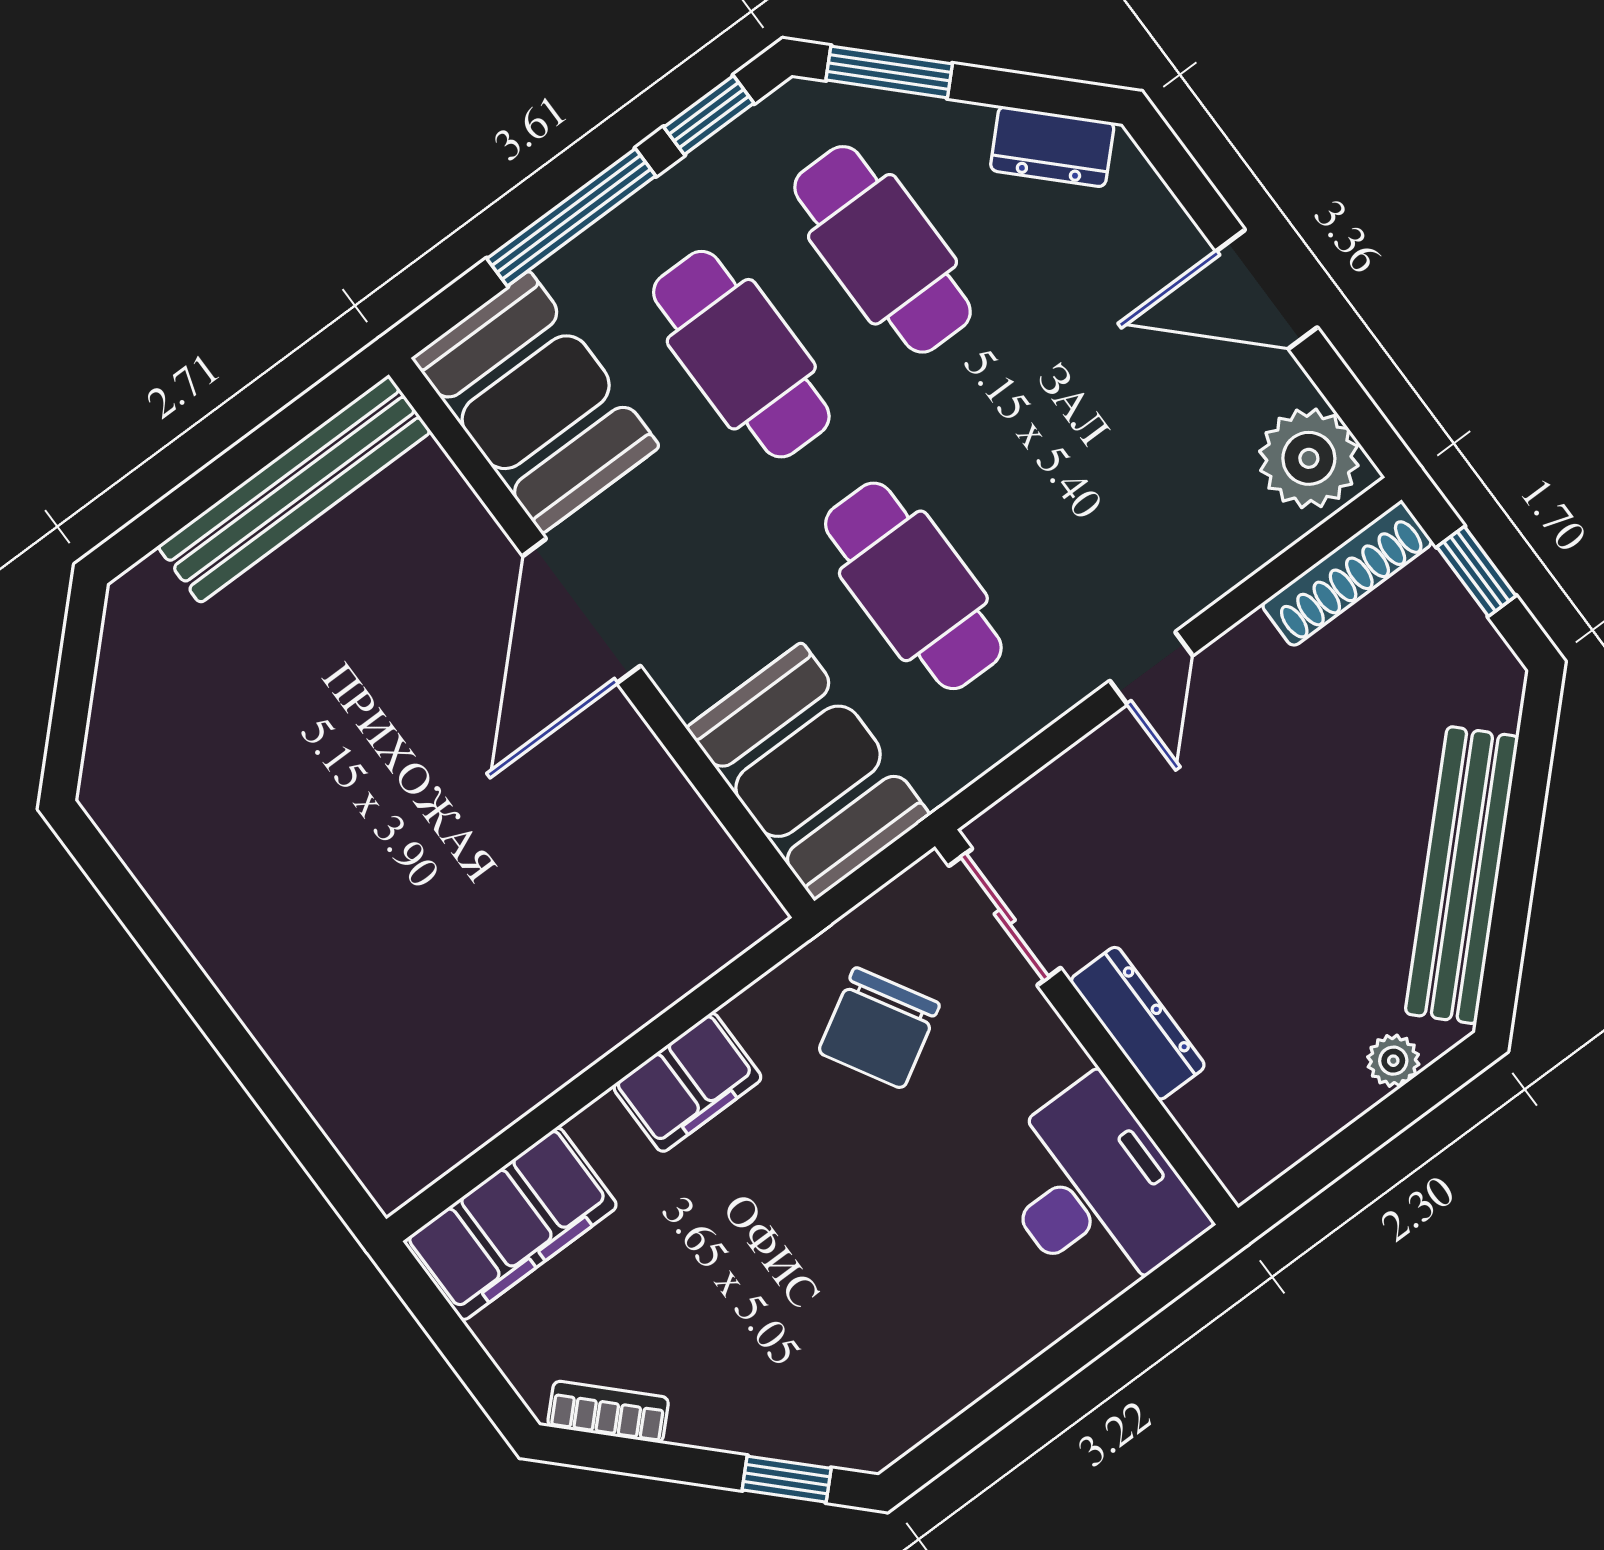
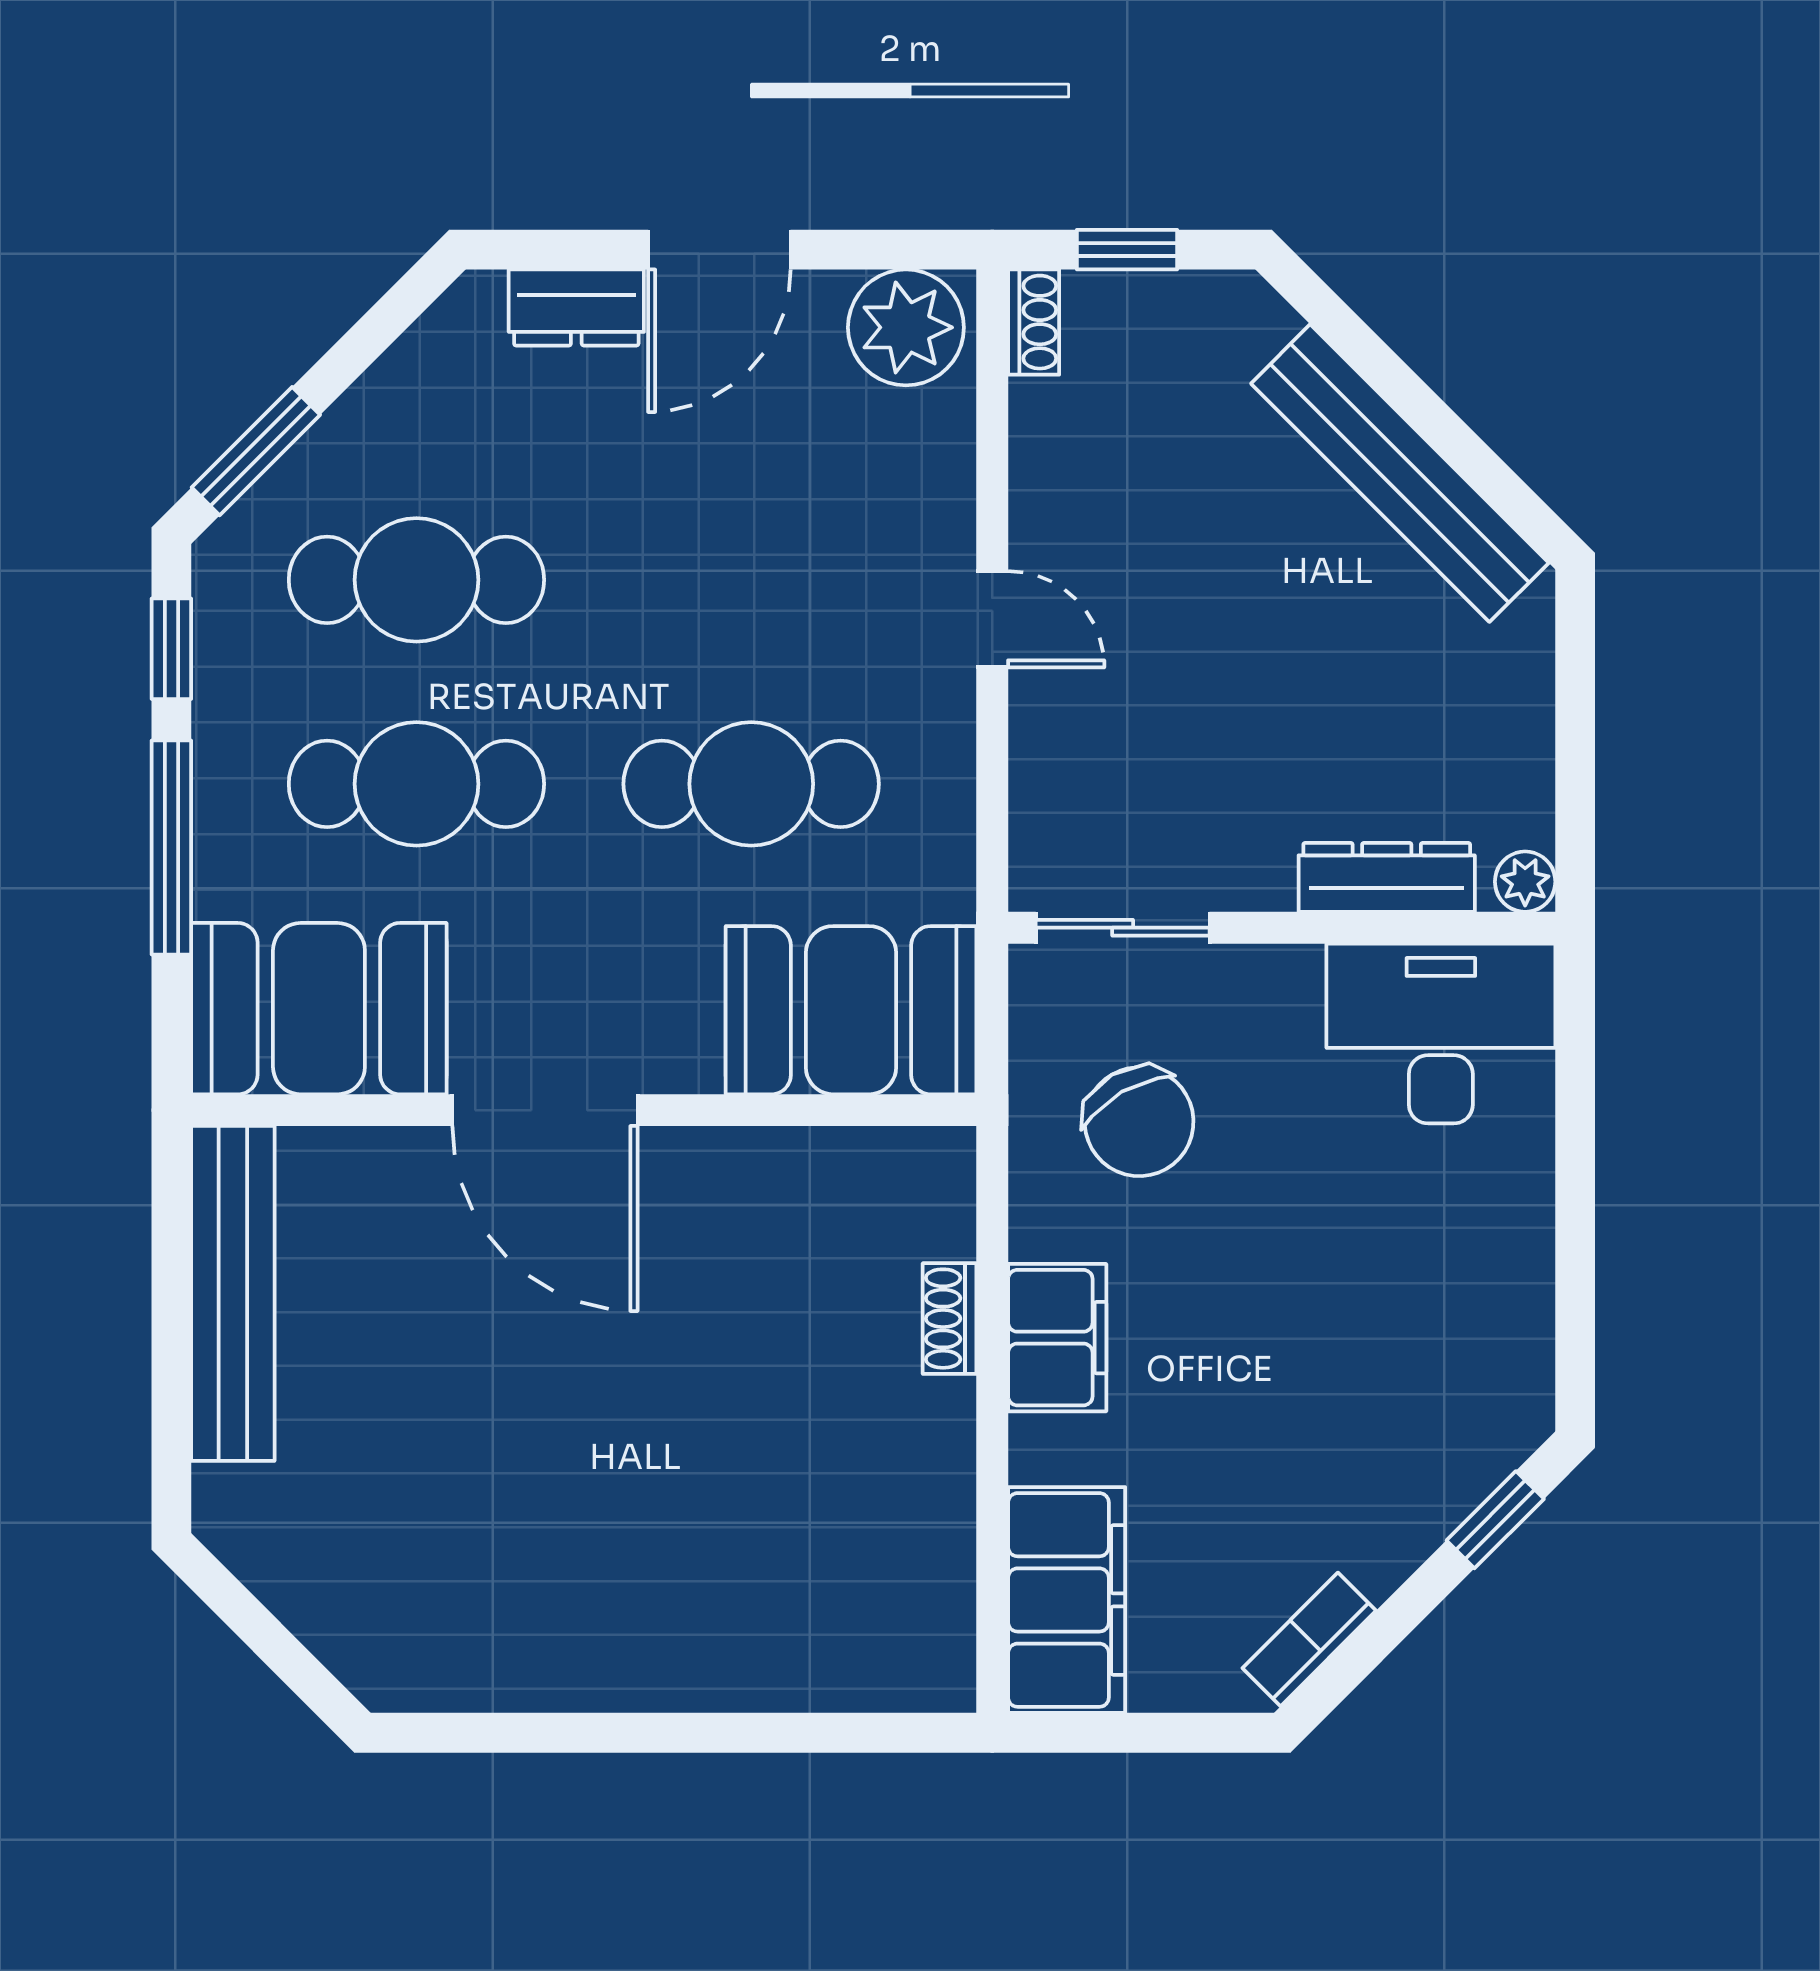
dresser: (1052, 146) -> (576, 308), moved, turned 45
shoe rack: (1347, 574) -> (1034, 322), width x0.51, depth x0.81
shoe rack: (645, 998) -> (950, 1319), added
dresser: (1138, 1023) -> (1387, 877), moved
plant: (1393, 1061) -> (1525, 882), moved

